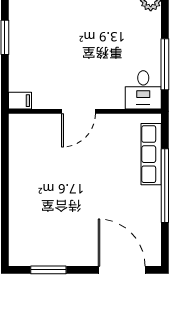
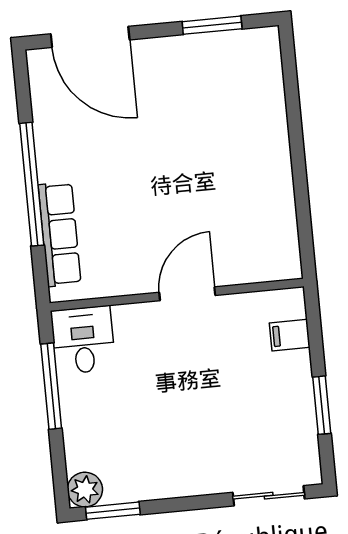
filing cabinet: (20, 101) -> (290, 335), moved

